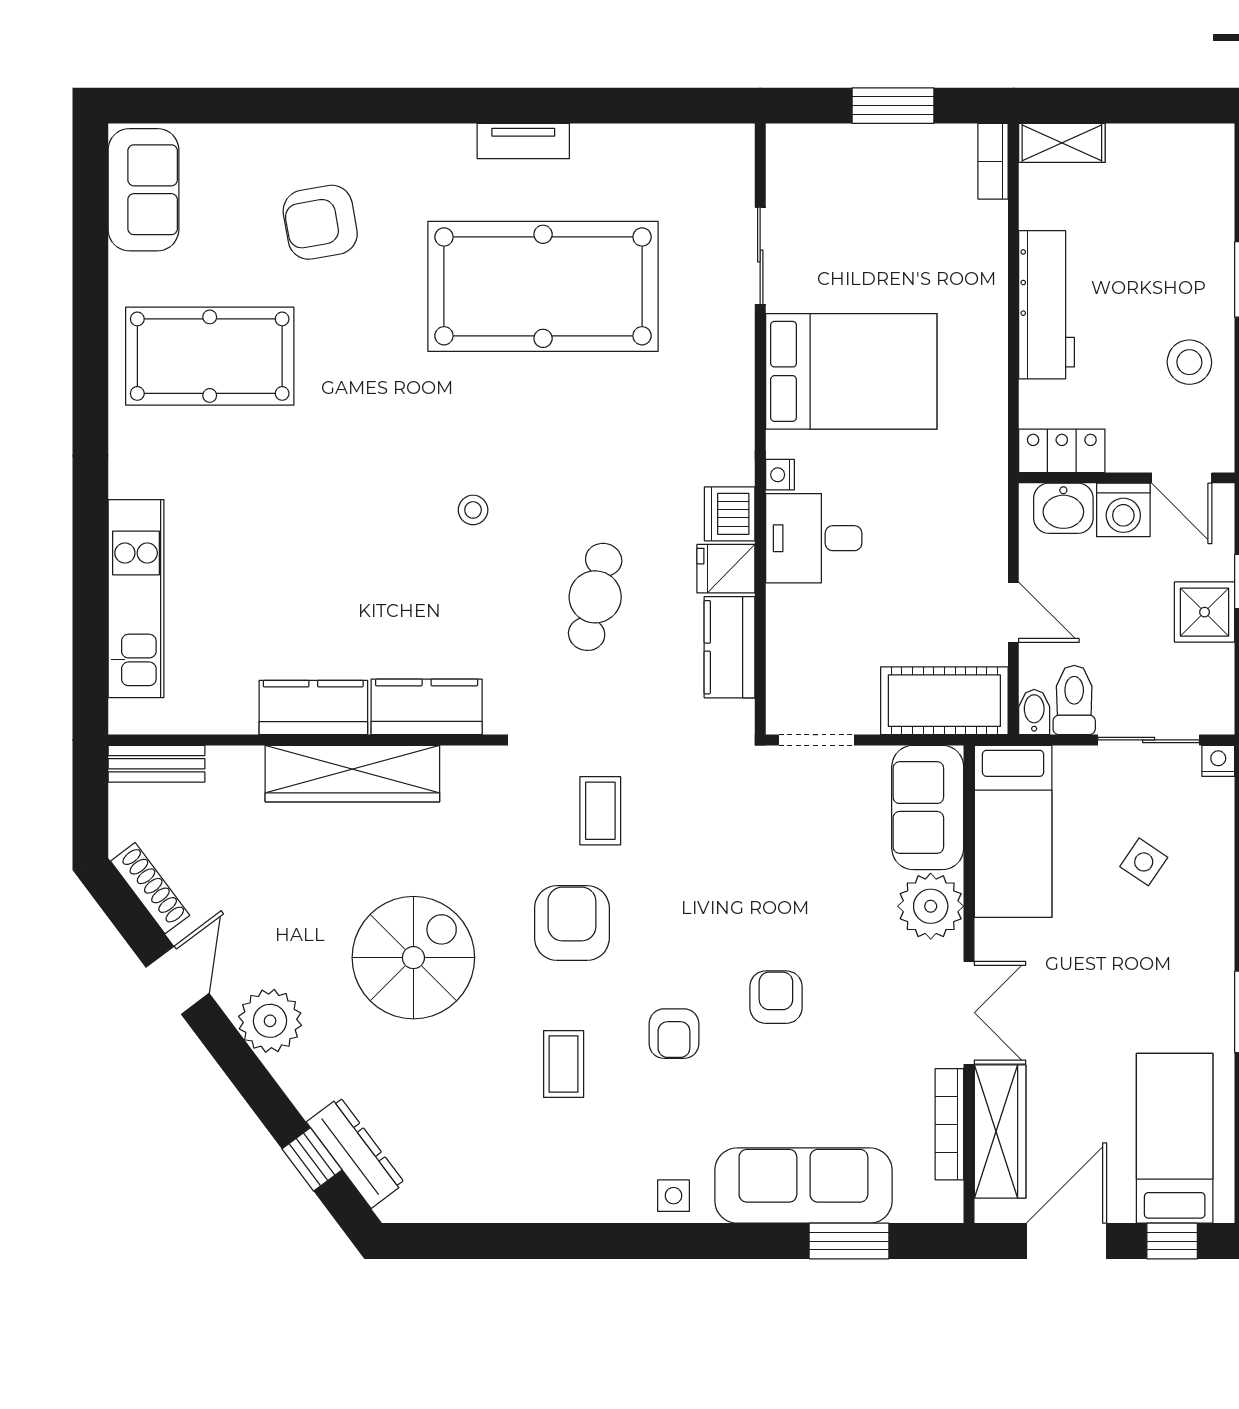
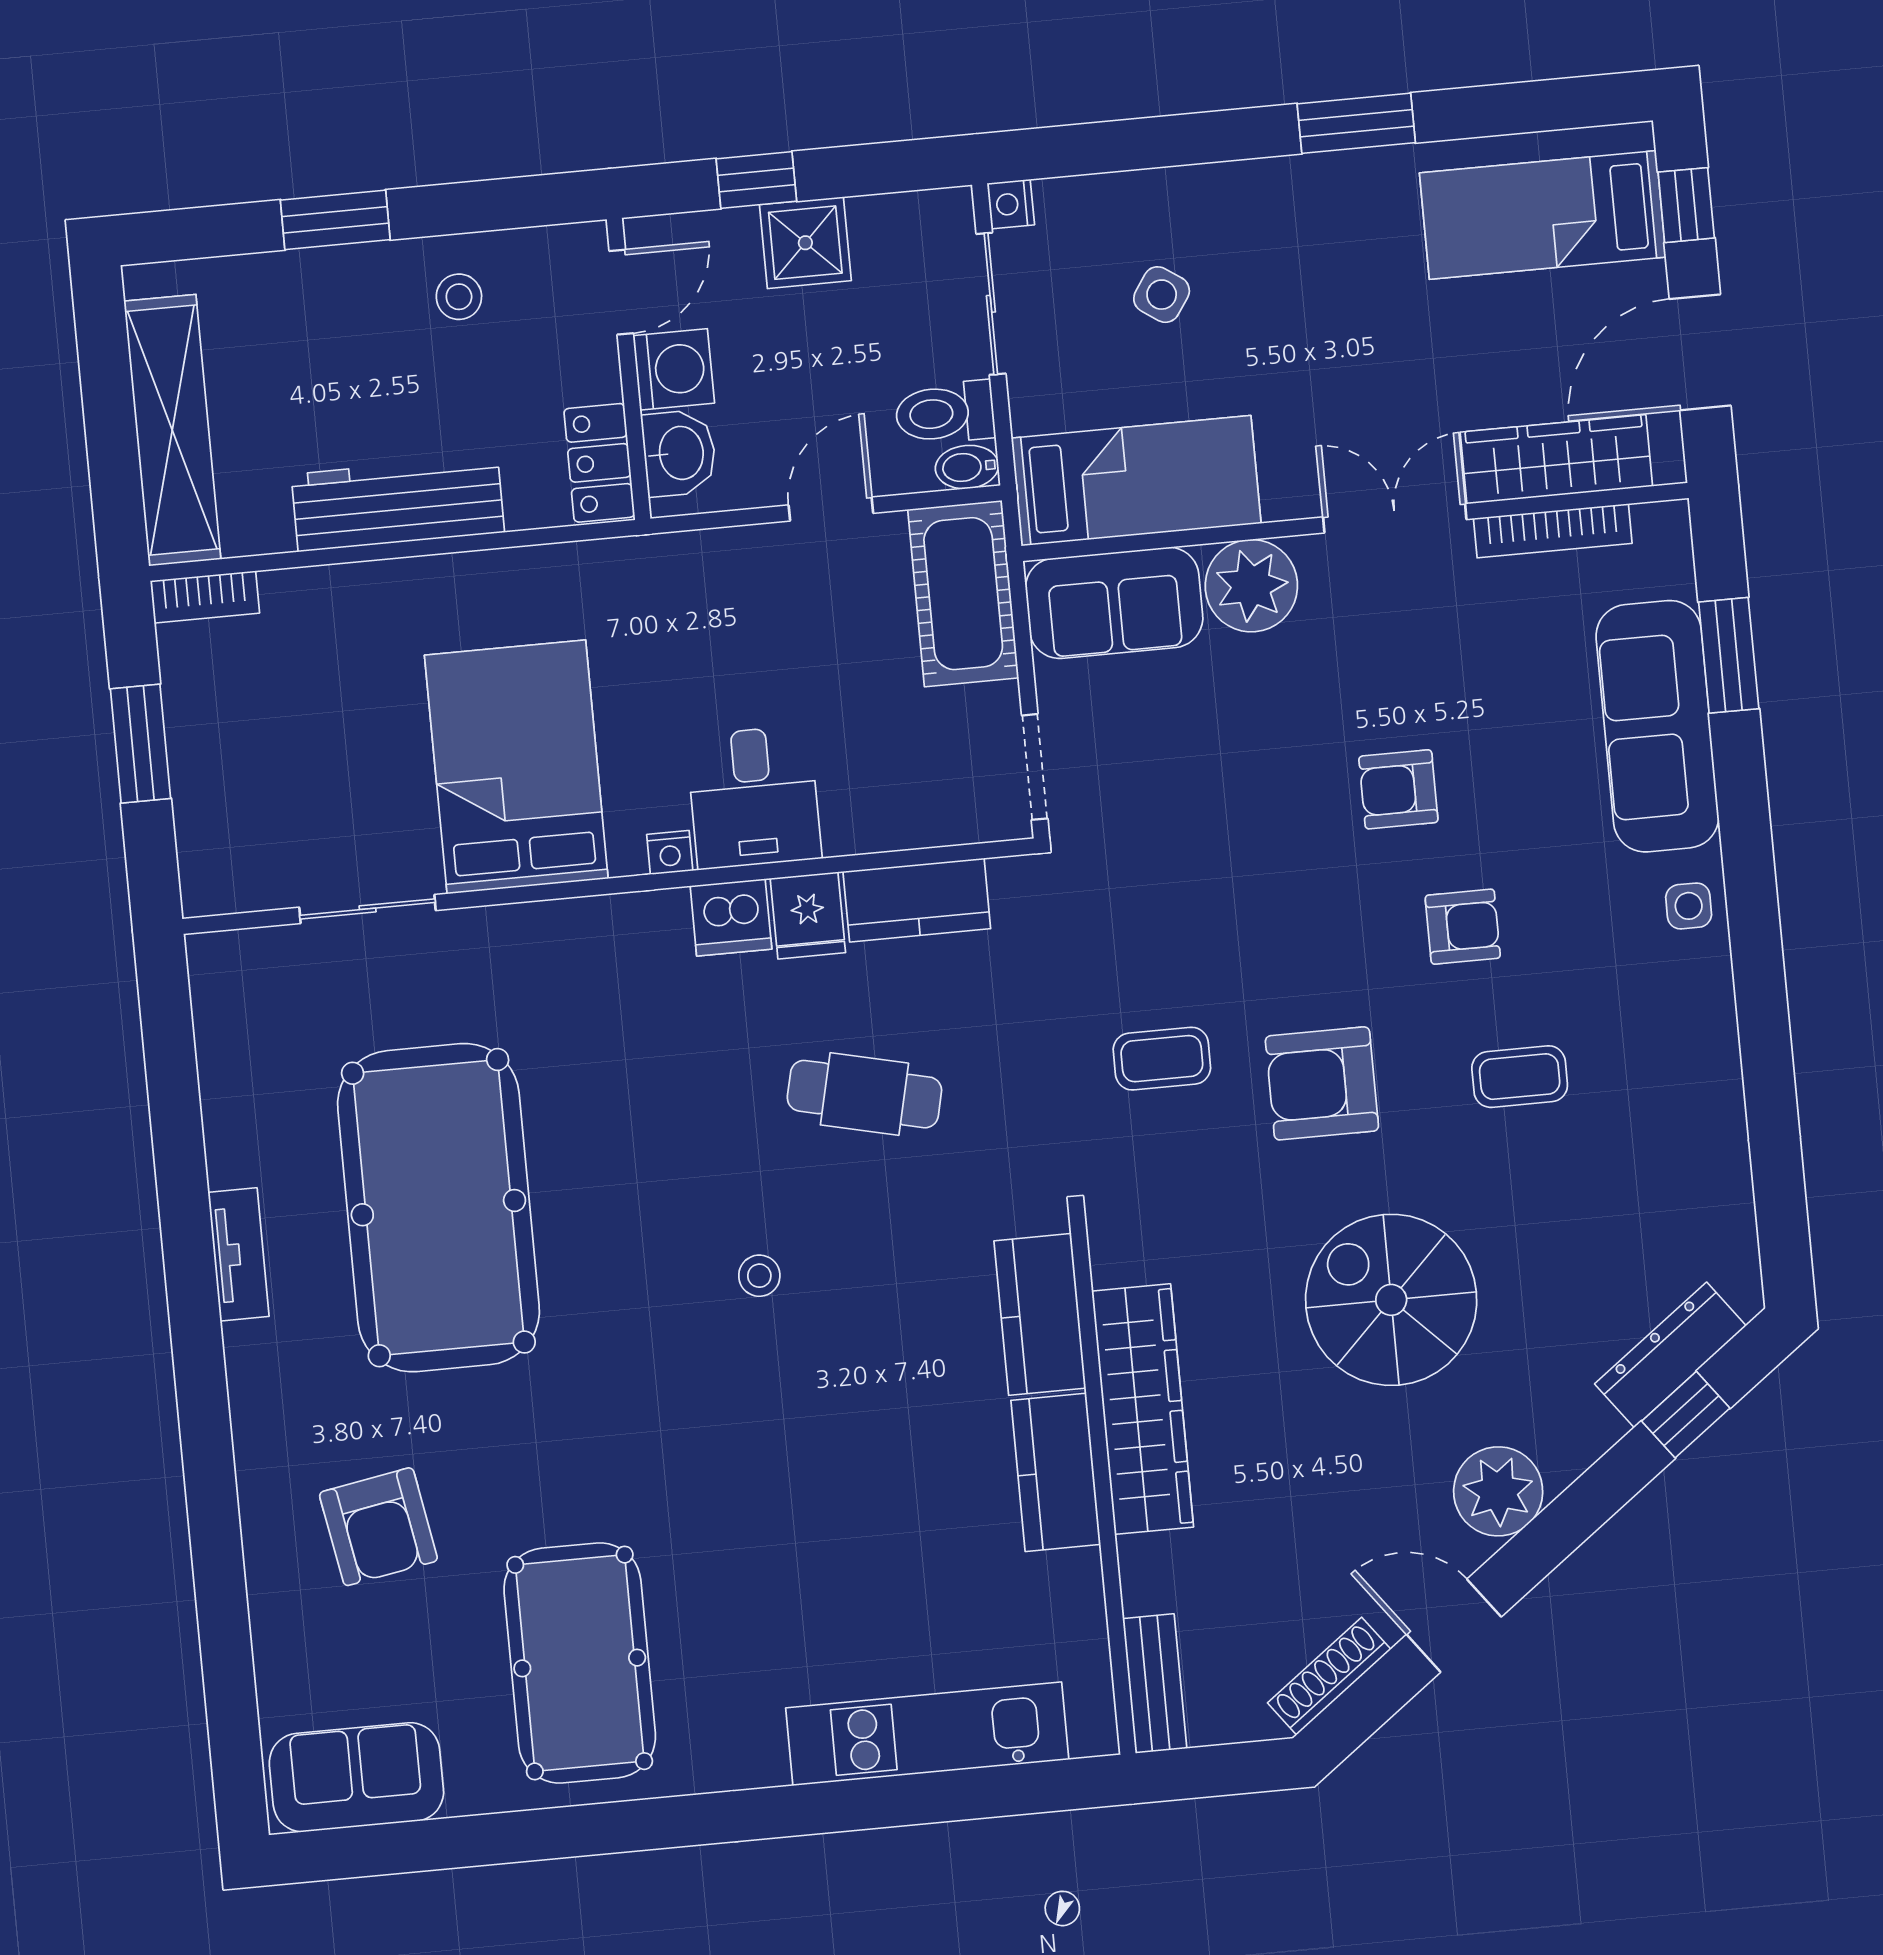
shelving: (1062, 143) -> (172, 430), width x2.20, depth x1.33
stool: (1189, 362) -> (459, 297), width x0.73, depth x0.73
door: (1066, 1241) -> (1700, 352), hinge flipped

